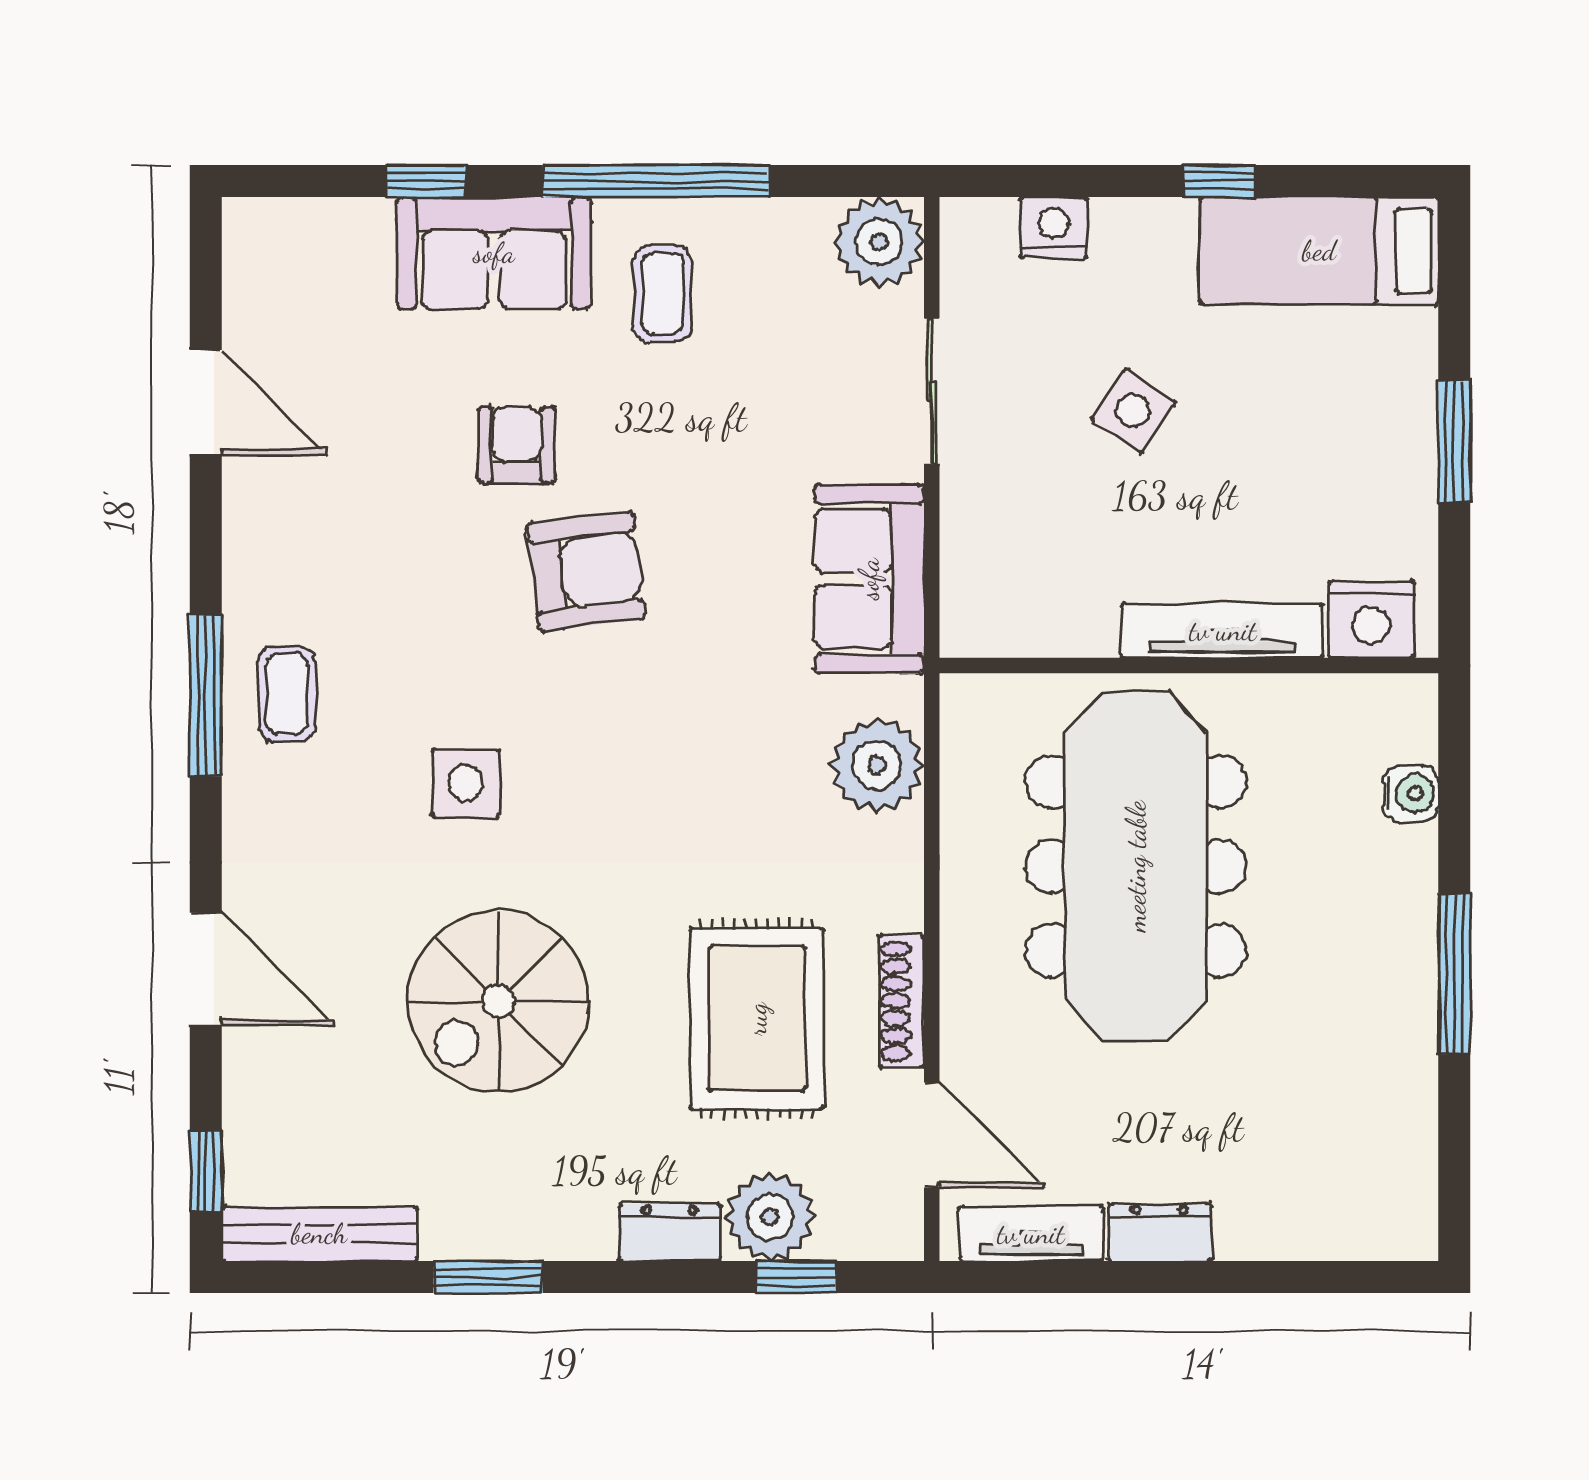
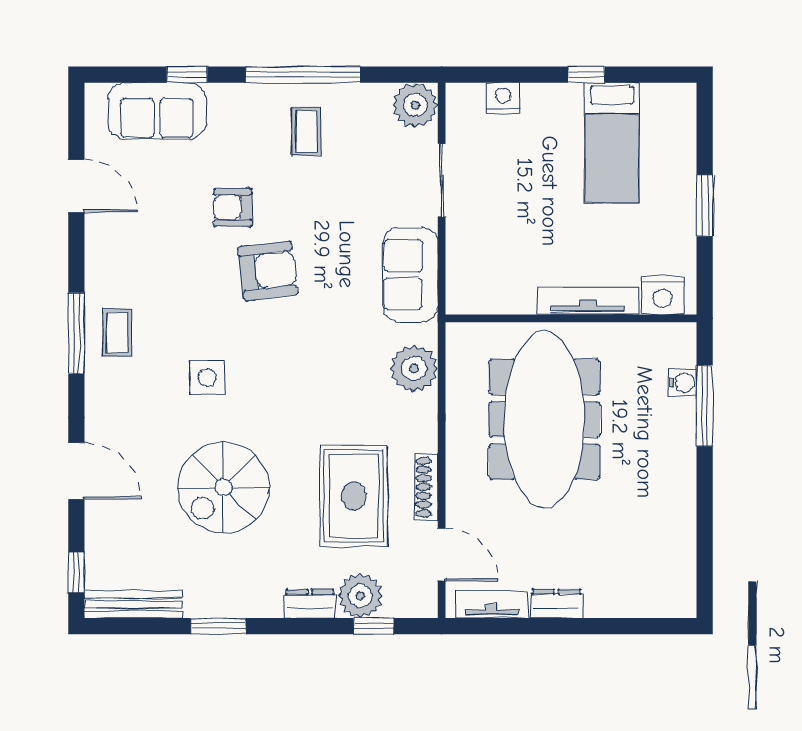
bed: (1319, 251) -> (612, 142), moved, turned -90
sofa: (494, 253) -> (157, 111), moved
side table: (1133, 411) -> (543, 190), removed
armchair: (517, 445) -> (233, 207), turned -90
window: (1454, 974) -> (705, 406), moved

